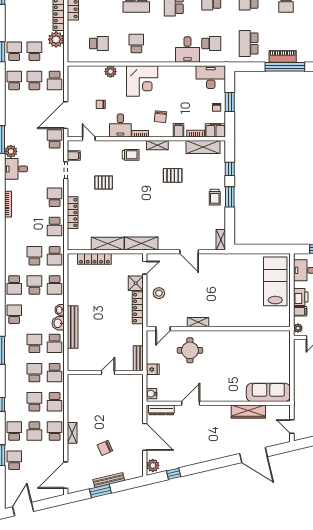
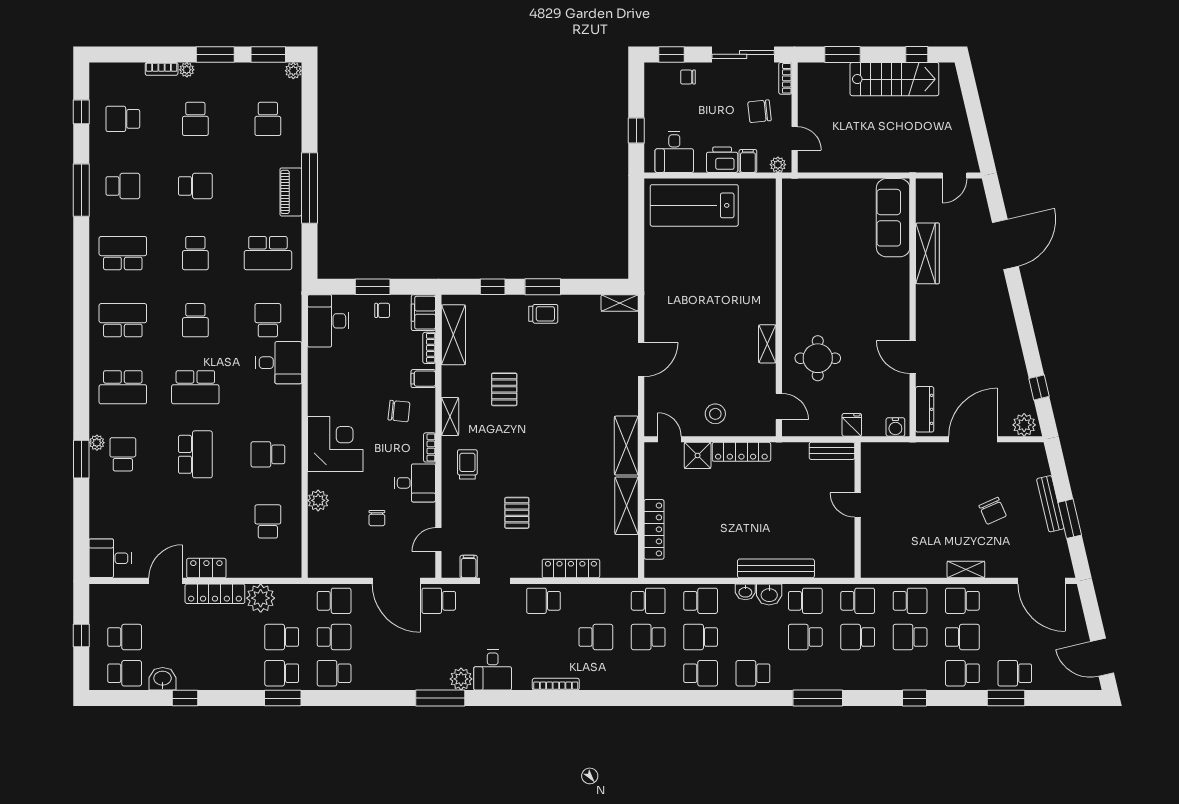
school desk: (34, 80) -> (334, 637), turned 180
school desk: (55, 227) -> (596, 637), moved

